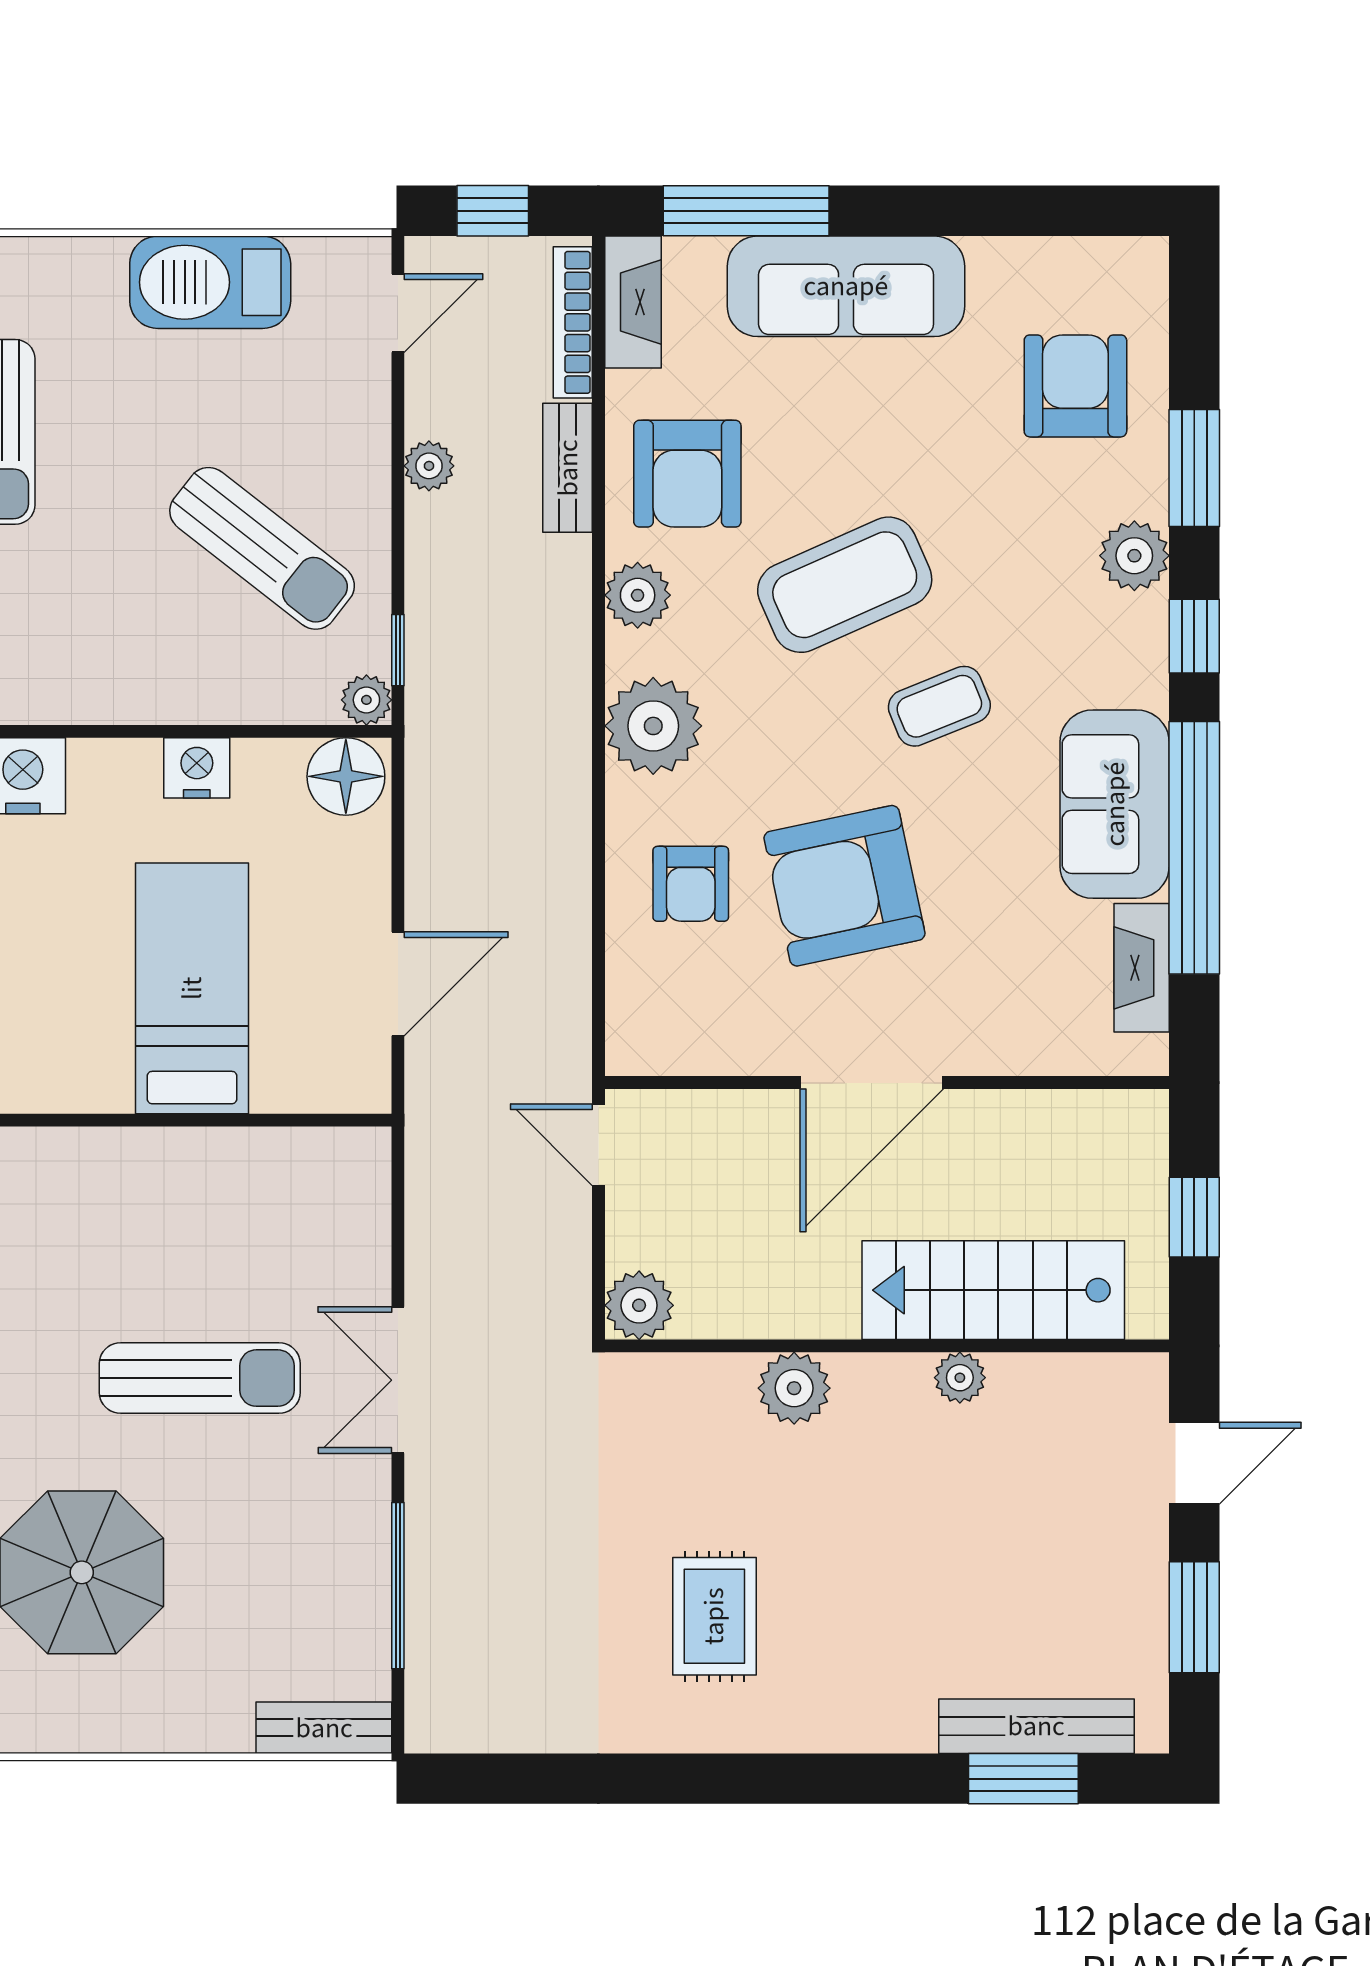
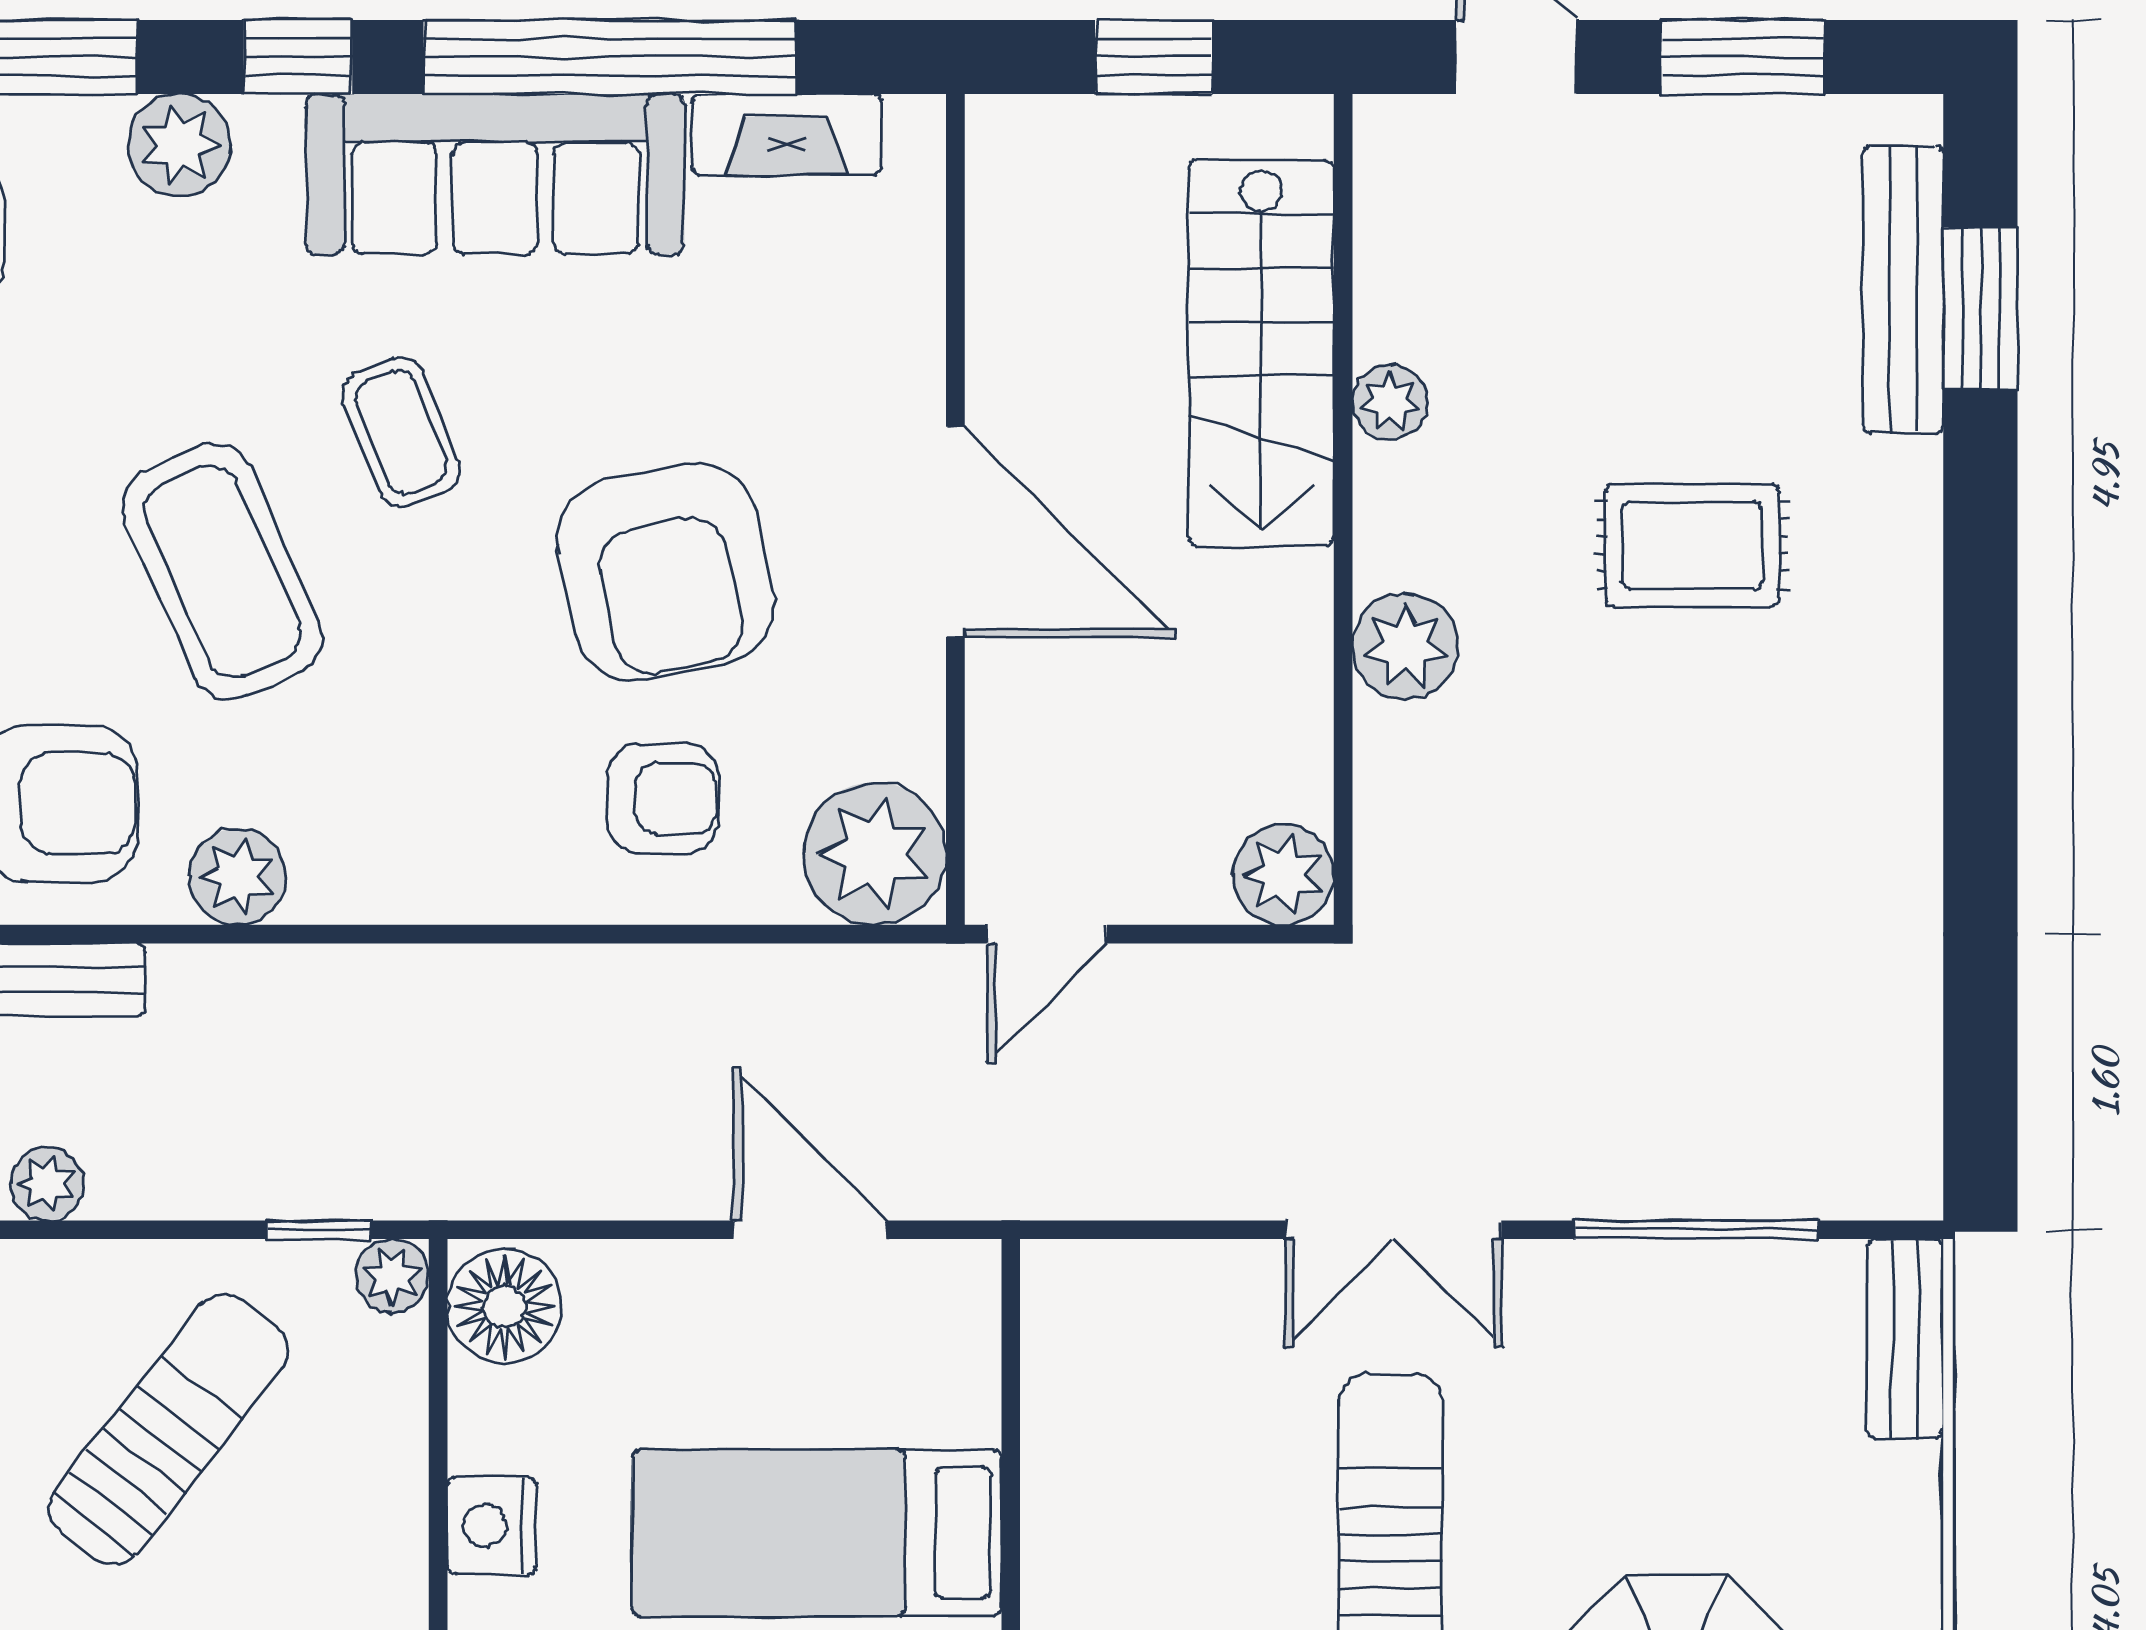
plant: (653, 726) -> (875, 854), moved
sofa: (1115, 804) -> (495, 174), width x1.36
rug: (714, 1616) -> (1692, 545), moved

